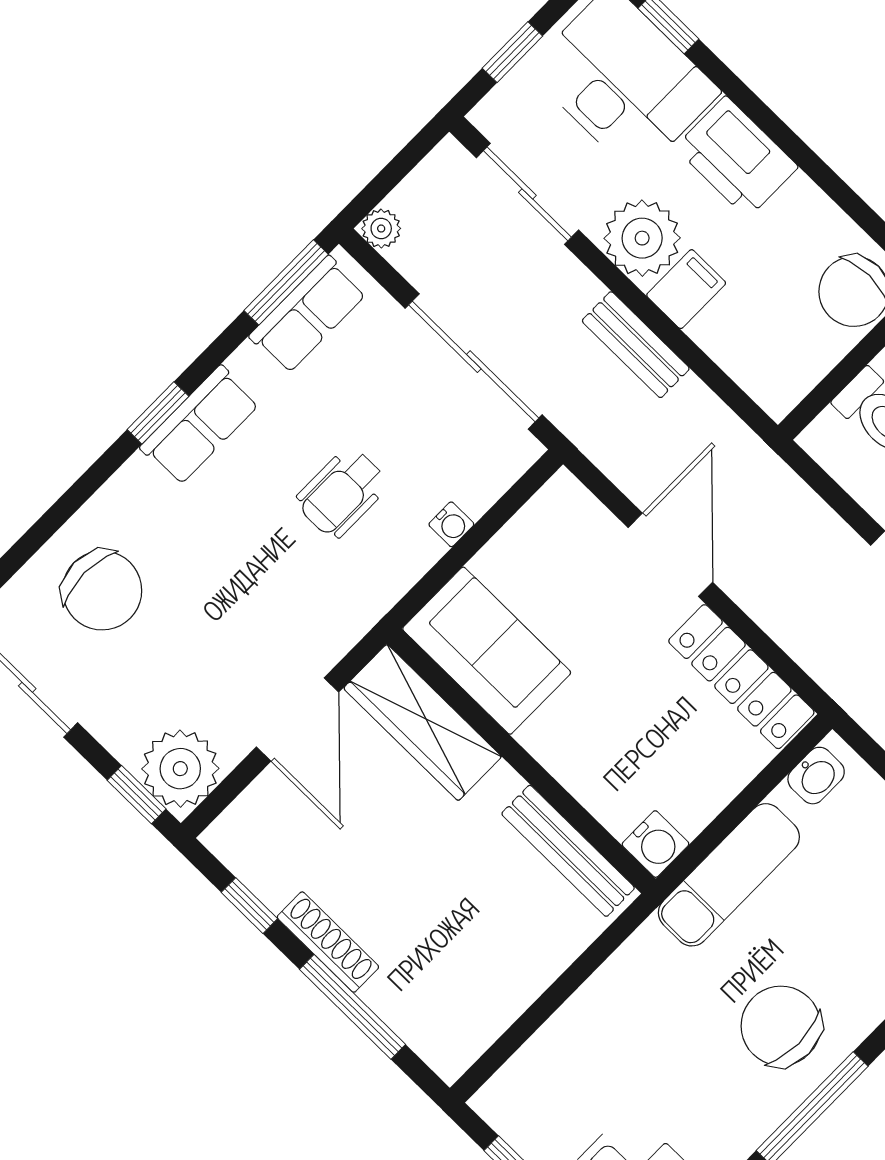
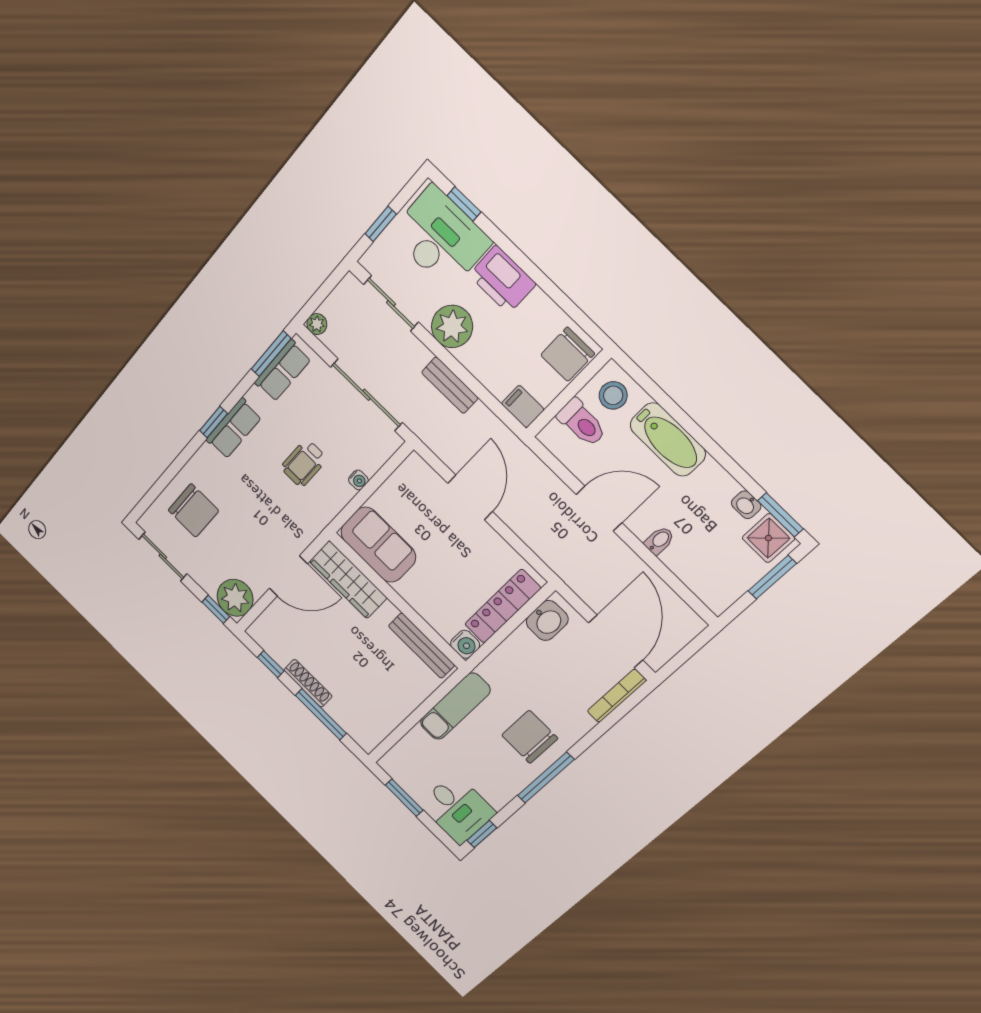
filing cabinet: (686, 289) -> (523, 407), moved, turned -90
locker: (741, 677) -> (503, 606), moved, turned 90
door: (298, 720) -> (288, 576), hinge flipped
washbasin: (816, 776) -> (547, 621), width x1.38, depth x1.45
exam couch: (729, 875) -> (455, 706), moved

